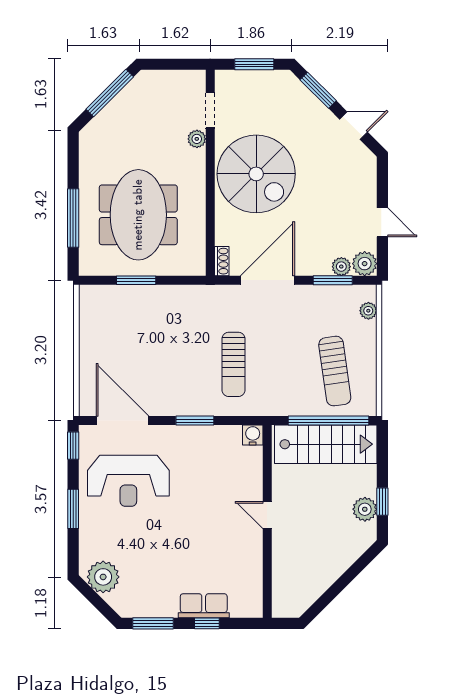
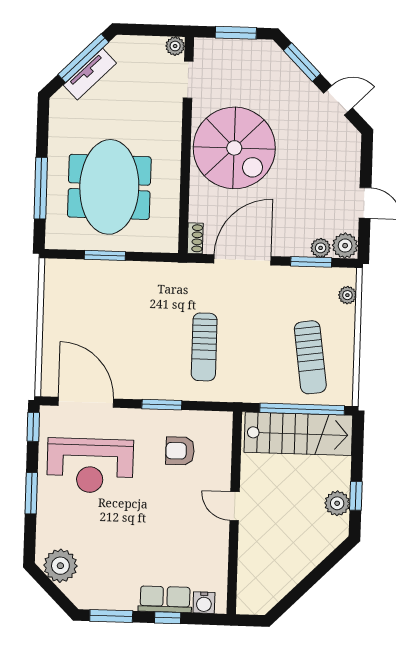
tv unit: (116, 108) -> (90, 74), added
plant: (197, 139) -> (175, 46), moved
water cooler: (253, 435) -> (204, 603), moved, turned 180
armchair: (214, 464) -> (180, 451), added

